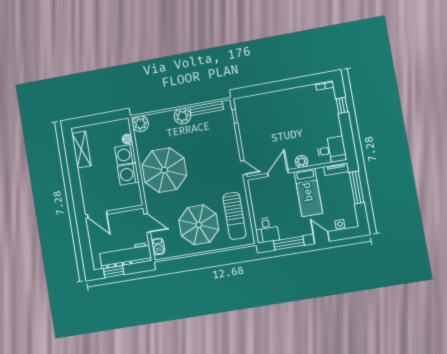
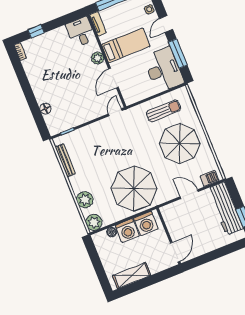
floor lamp: (262, 99) -> (45, 109), added
plant: (182, 116) -> (85, 200), moved
door: (278, 173) -> (114, 78), hinge flipped
wall: (114, 212) -> (169, 236), moved
door: (97, 214) -> (175, 252), moved
sun lounger: (234, 216) -> (164, 111), width x0.73, depth x0.75
door: (147, 223) -> (189, 194), hinge flipped
desk: (267, 230) -> (163, 70), width x1.87, depth x1.30

